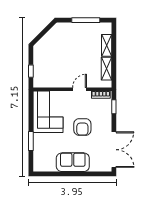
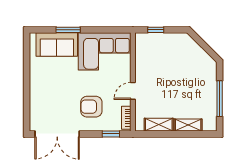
door: (80, 89) -> (133, 91), swing flipped
armchair: (82, 127) -> (91, 107), moved
sofa: (73, 162) -> (57, 45), moved, turned 90

